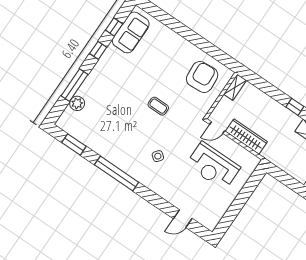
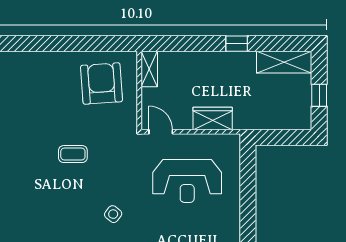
door: (217, 128) -> (161, 132), swing flipped
wardrobe: (246, 137) -> (213, 118), width x0.67

